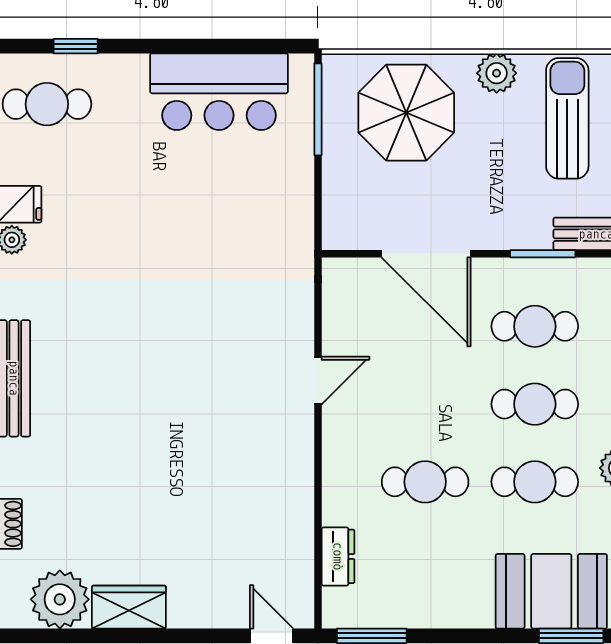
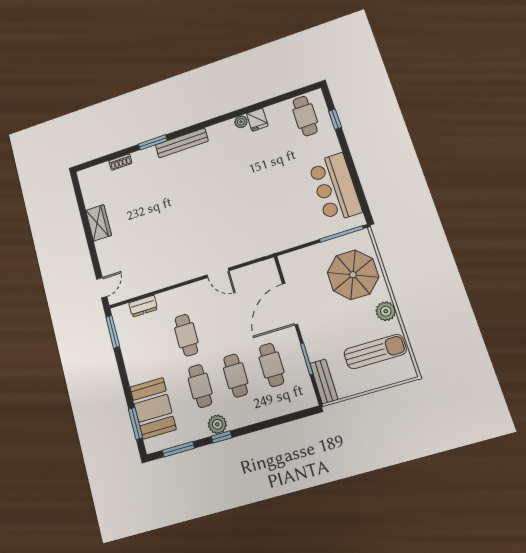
plant: (60, 599) -> (95, 193), removed

